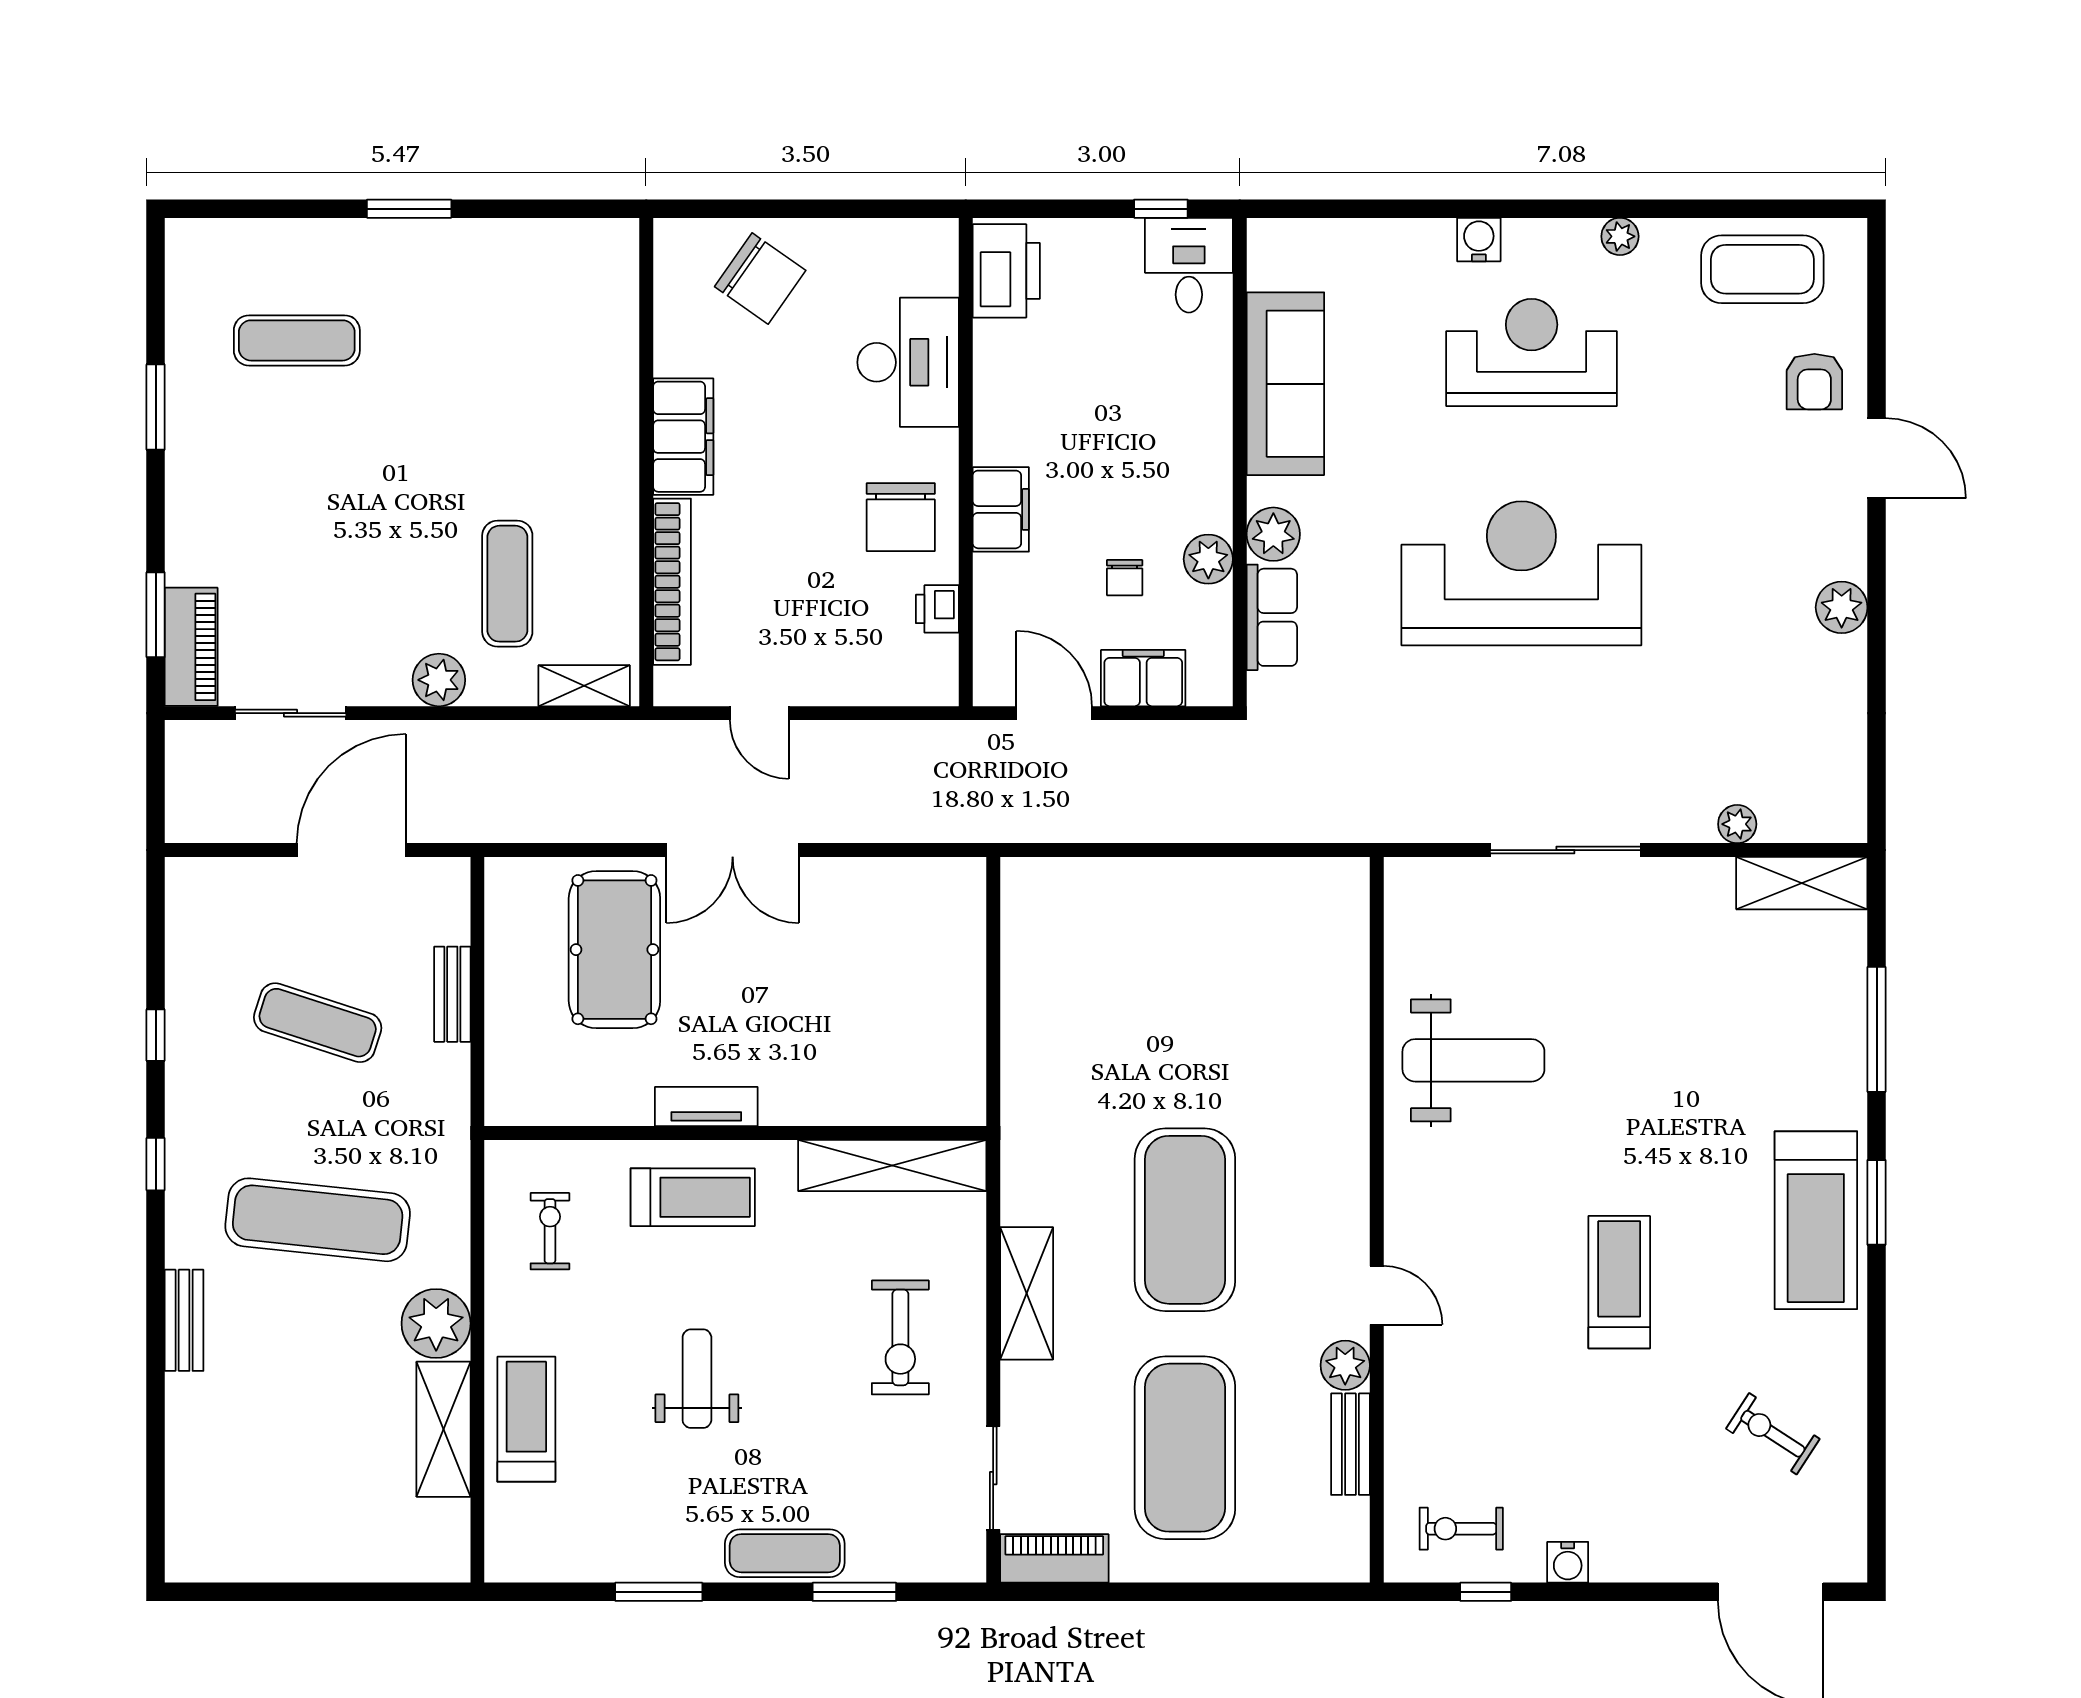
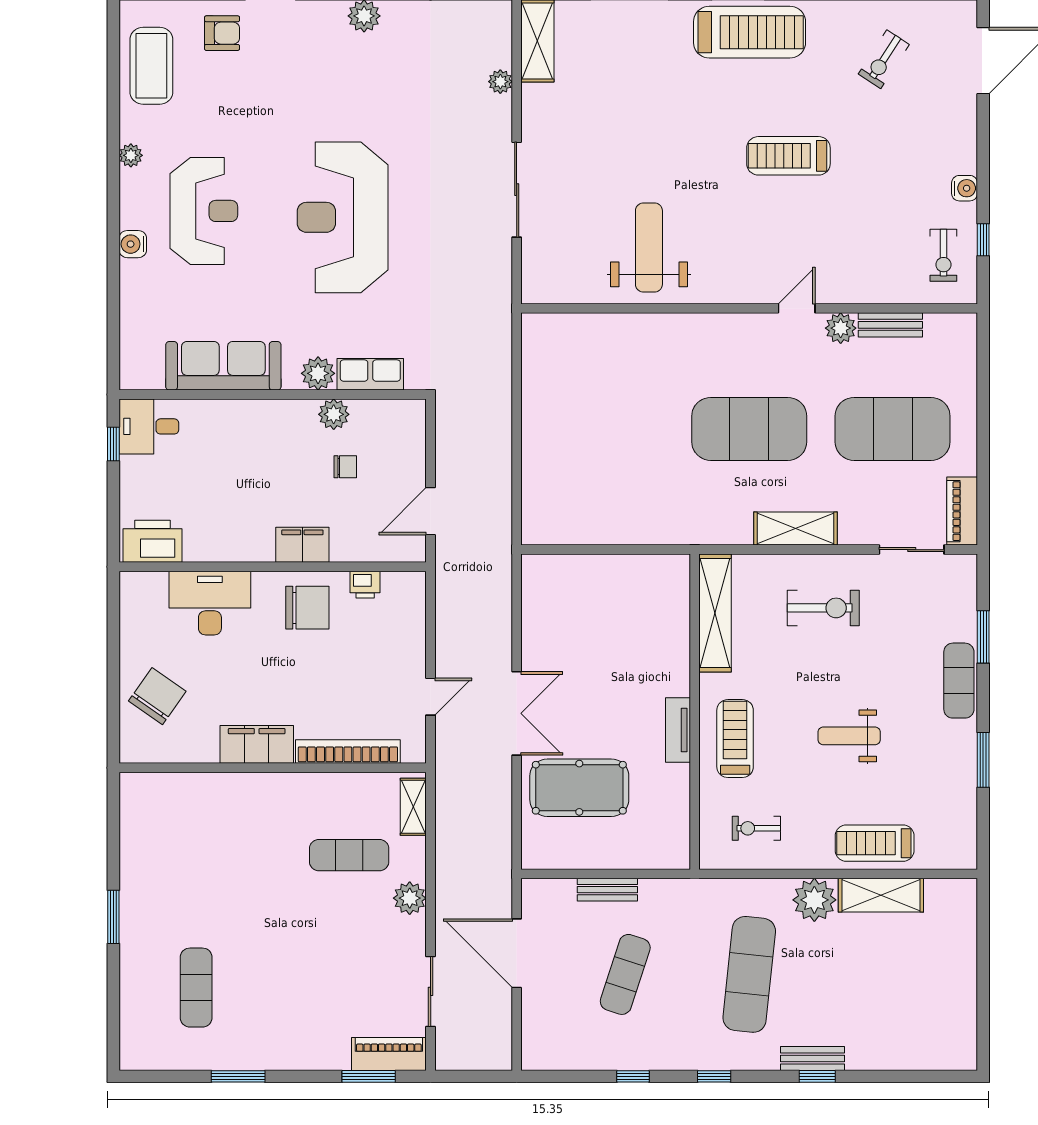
reception desk: (1532, 353) -> (204, 211), turned 180
filing cabinet: (1143, 678) -> (409, 455), removed
window: (156, 1328) -> (817, 1076), added

